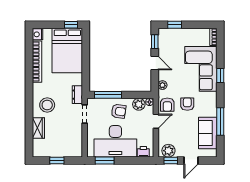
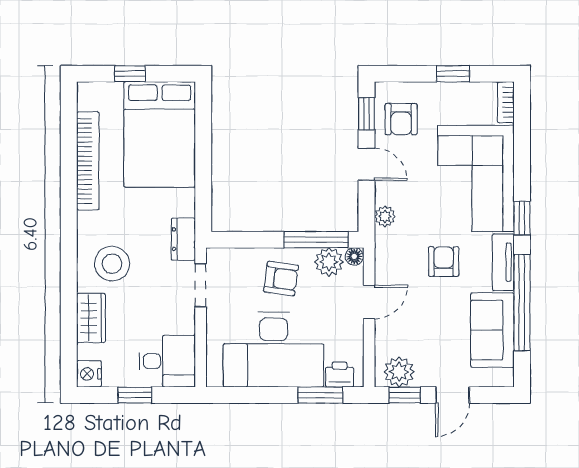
window: (71, 25) -> (130, 74), moved
window: (175, 25) -> (453, 74), moved
nightstand: (37, 34) -> (89, 374), moved
window: (220, 76) -> (522, 218), moved
window: (108, 95) -> (316, 240), moved
tv unit: (212, 104) -> (503, 262), added
armchair: (167, 105) -> (401, 119), moved
window: (220, 121) -> (522, 303), width x1.46
desk: (71, 146) -> (167, 361), added
window: (105, 161) -> (320, 395), moved

